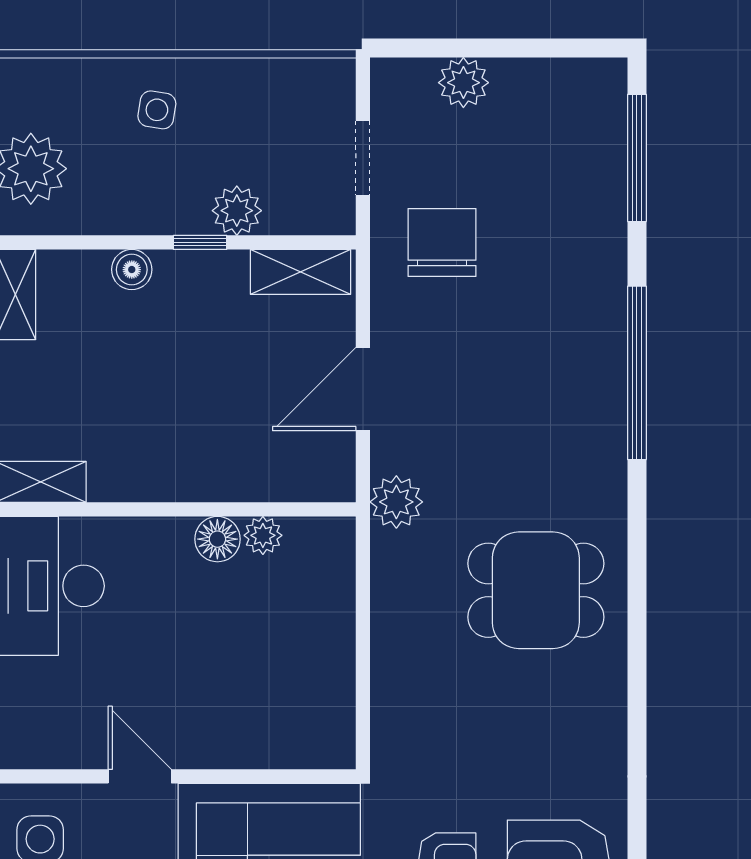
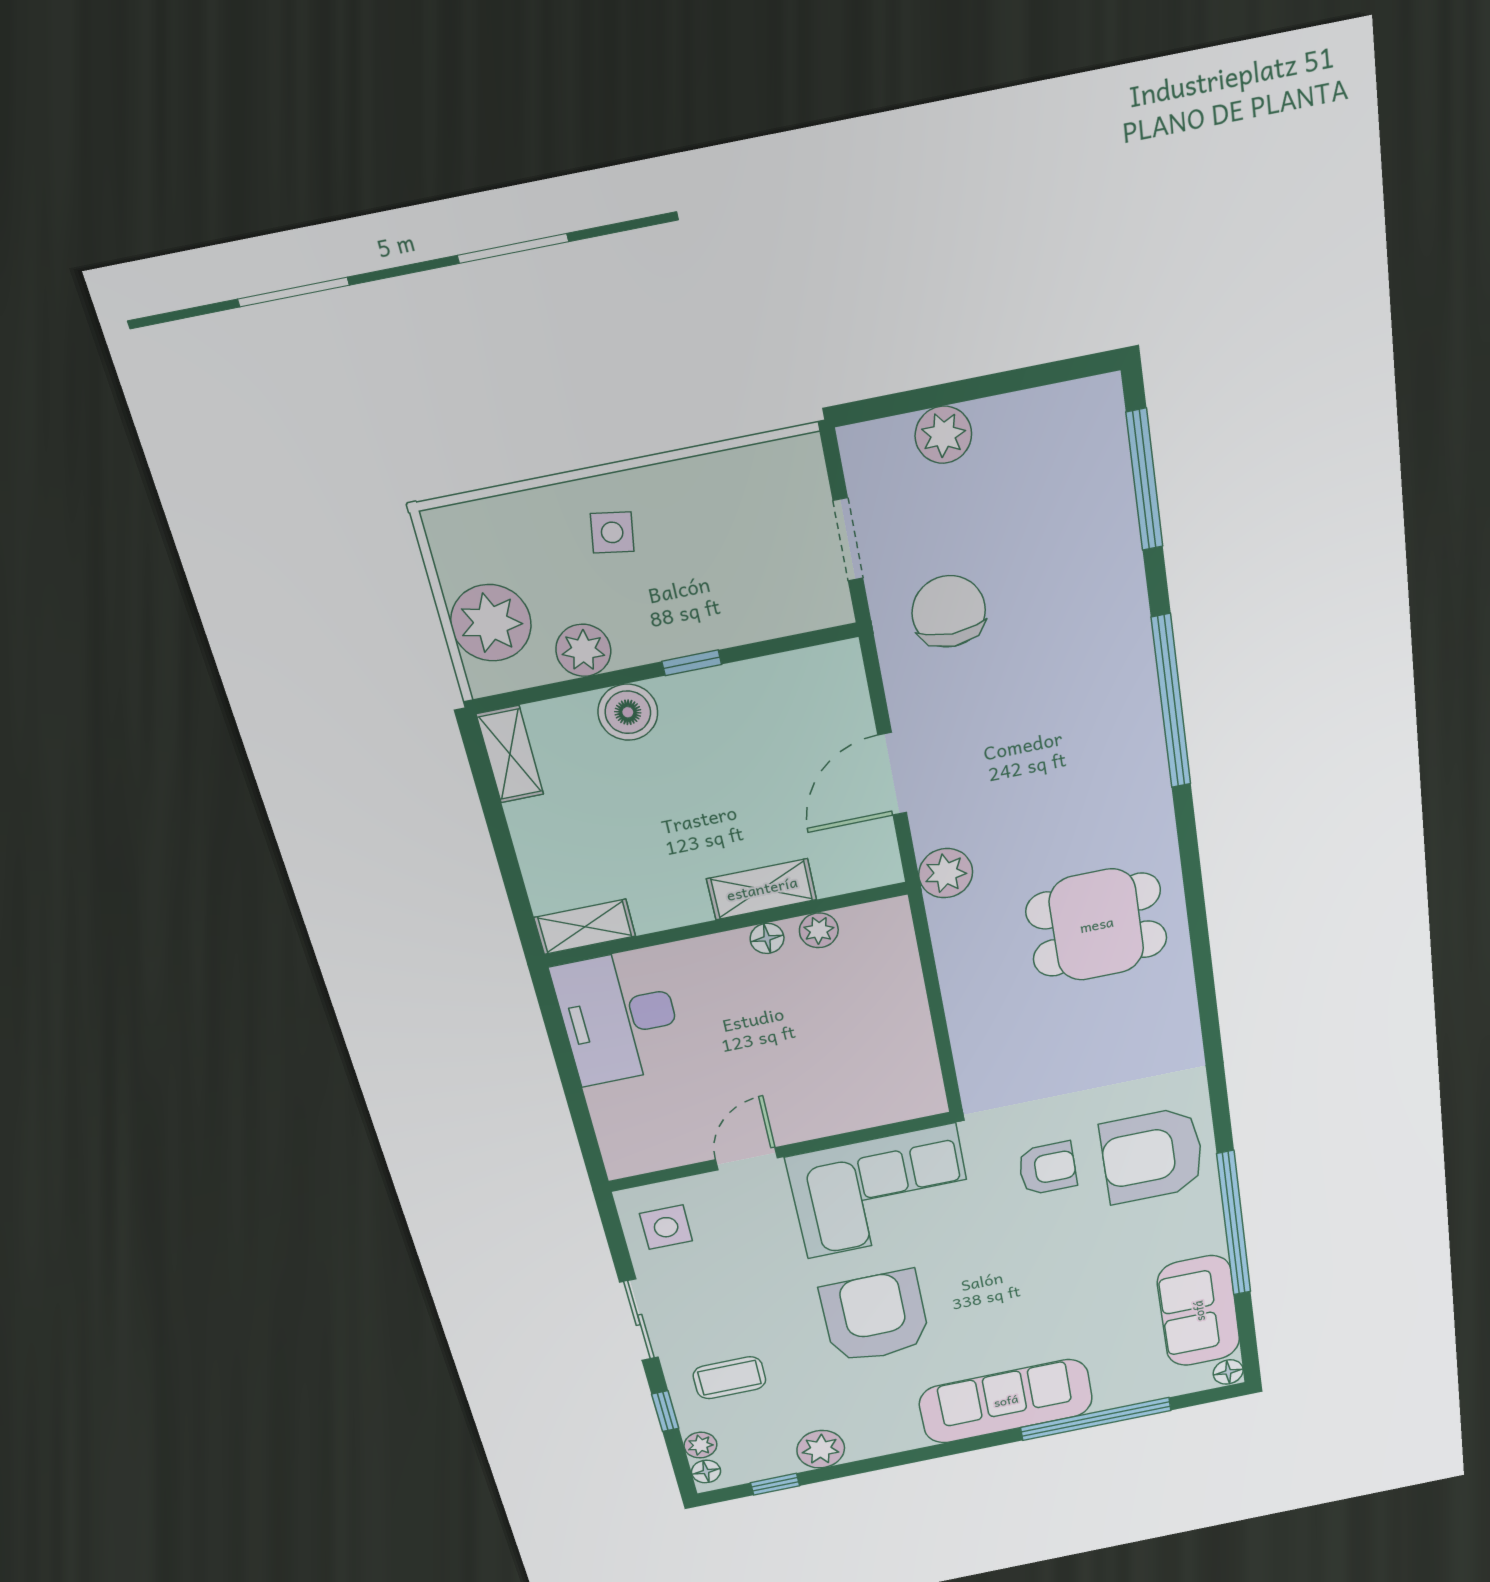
plant: (237, 211) -> (583, 650), moved
boiler: (132, 270) -> (628, 712), width x1.36, depth x1.36
shelving: (301, 272) -> (762, 889), moved
floor lamp: (217, 539) -> (767, 938), width x0.73, depth x0.73
door: (140, 776) -> (747, 1159), hinge flipped

